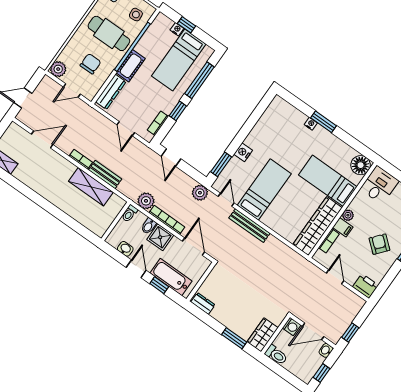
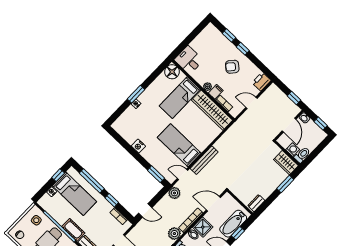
window: (187, 25) -> (58, 175), moved
nightstand: (243, 152) -> (138, 146), moved
washing machine: (292, 327) -> (293, 150), moved

